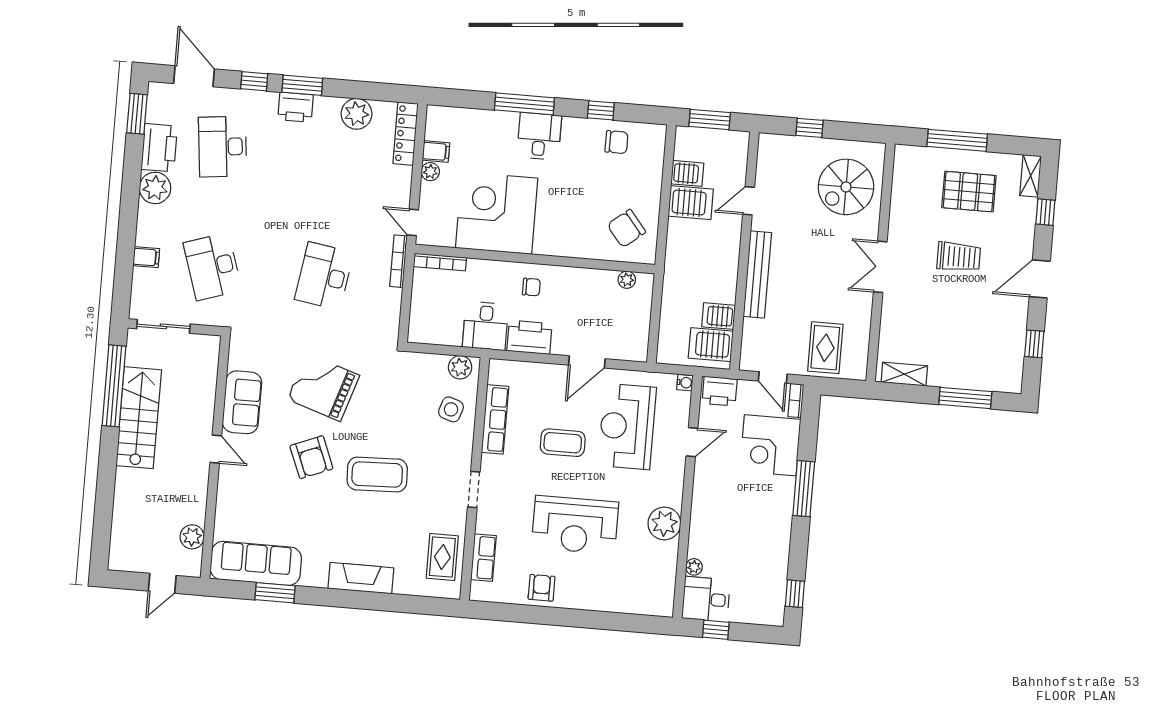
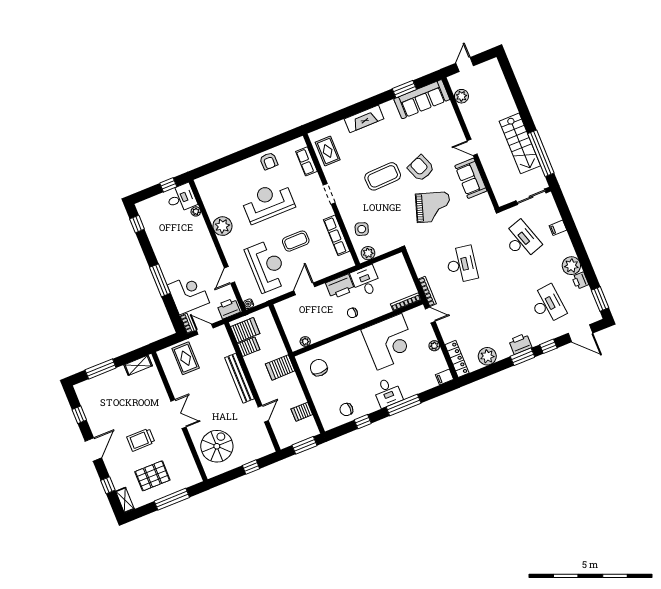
printer: (159, 148) -> (580, 281), width x0.53, depth x0.68
filing cabinet: (436, 151) -> (445, 377), moved
server rack: (691, 203) -> (280, 367), moved
chair: (626, 228) -> (319, 368), turned -51

